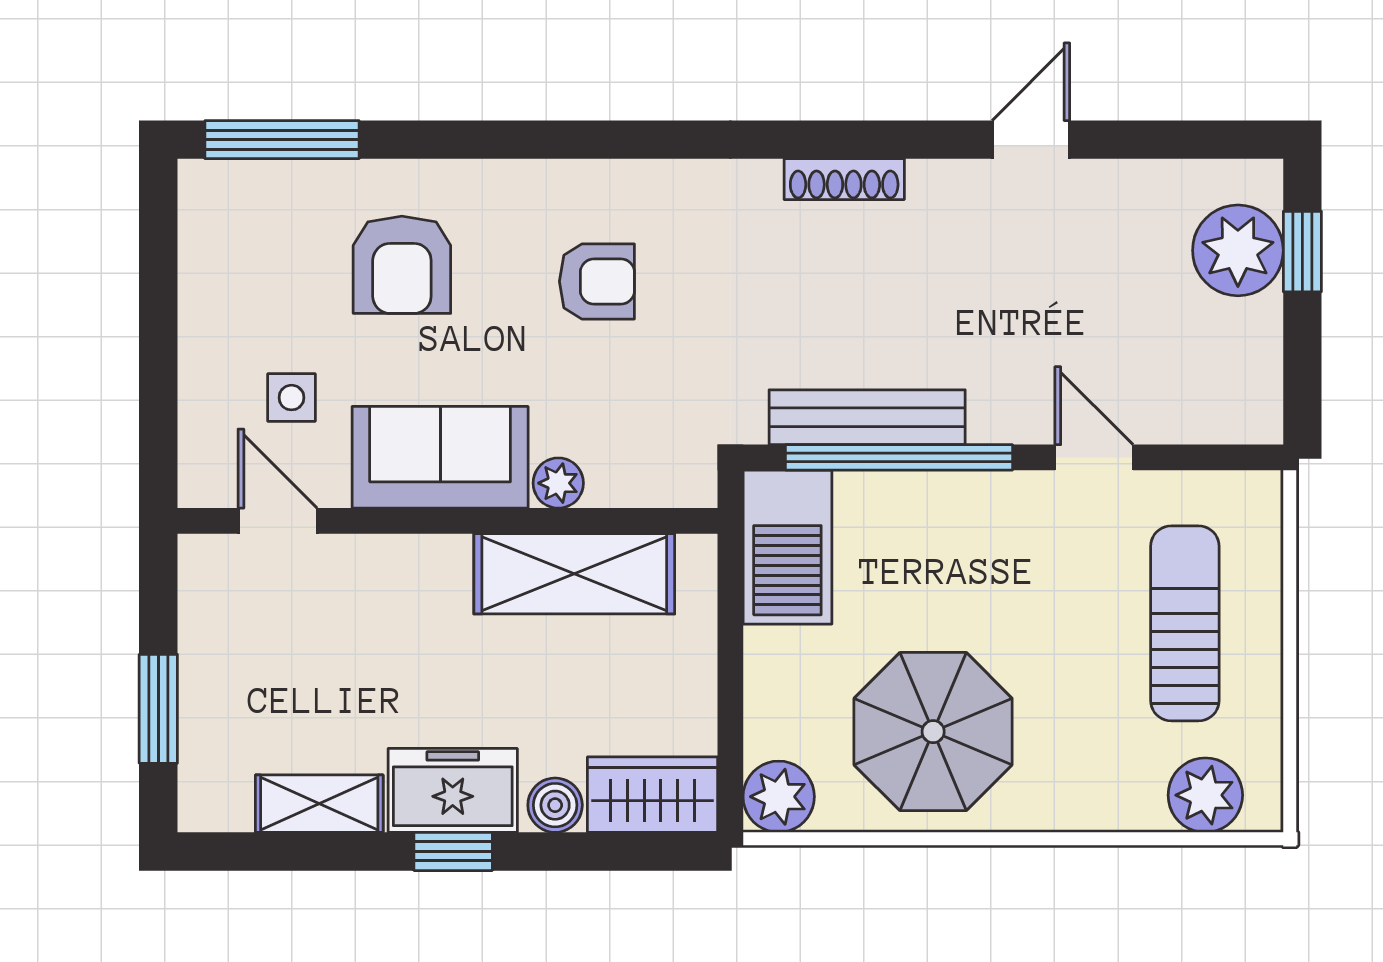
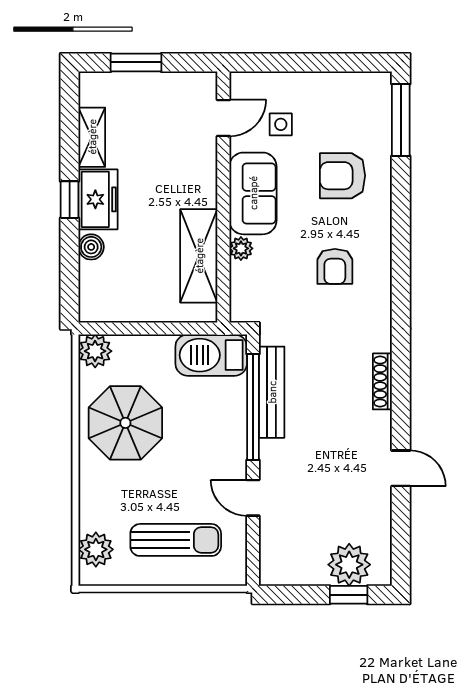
door: (1094, 457) -> (253, 498), swing flipped
wardrobe: (653, 795) -> (96, 292), removed

